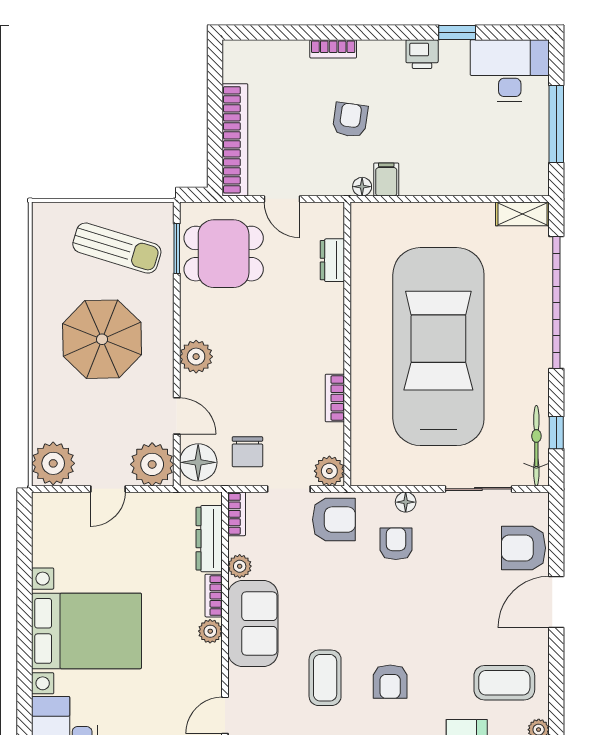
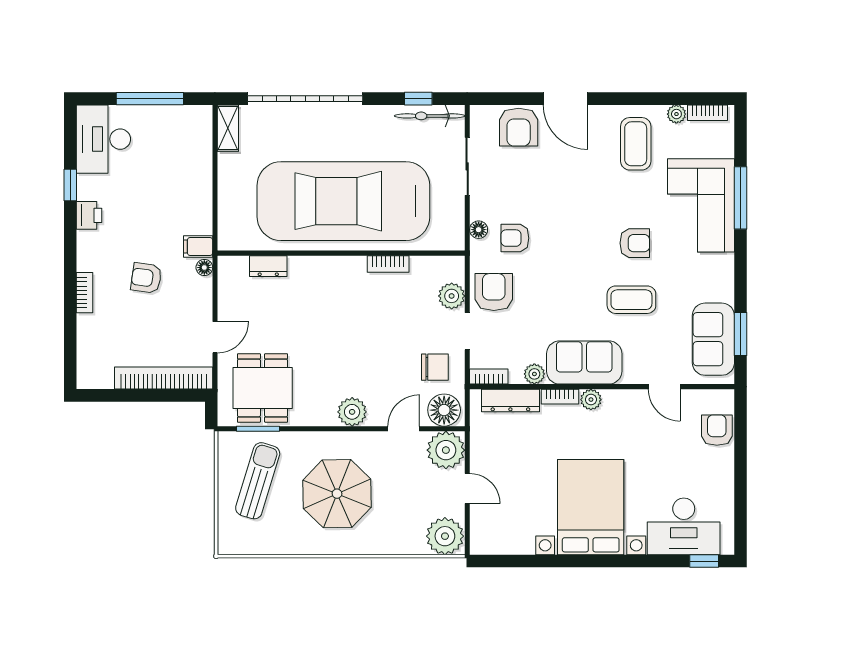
dresser: (332, 260) -> (268, 266), moved
wall: (347, 344) -> (341, 253), moved
bookcase: (335, 398) -> (388, 264), moved

